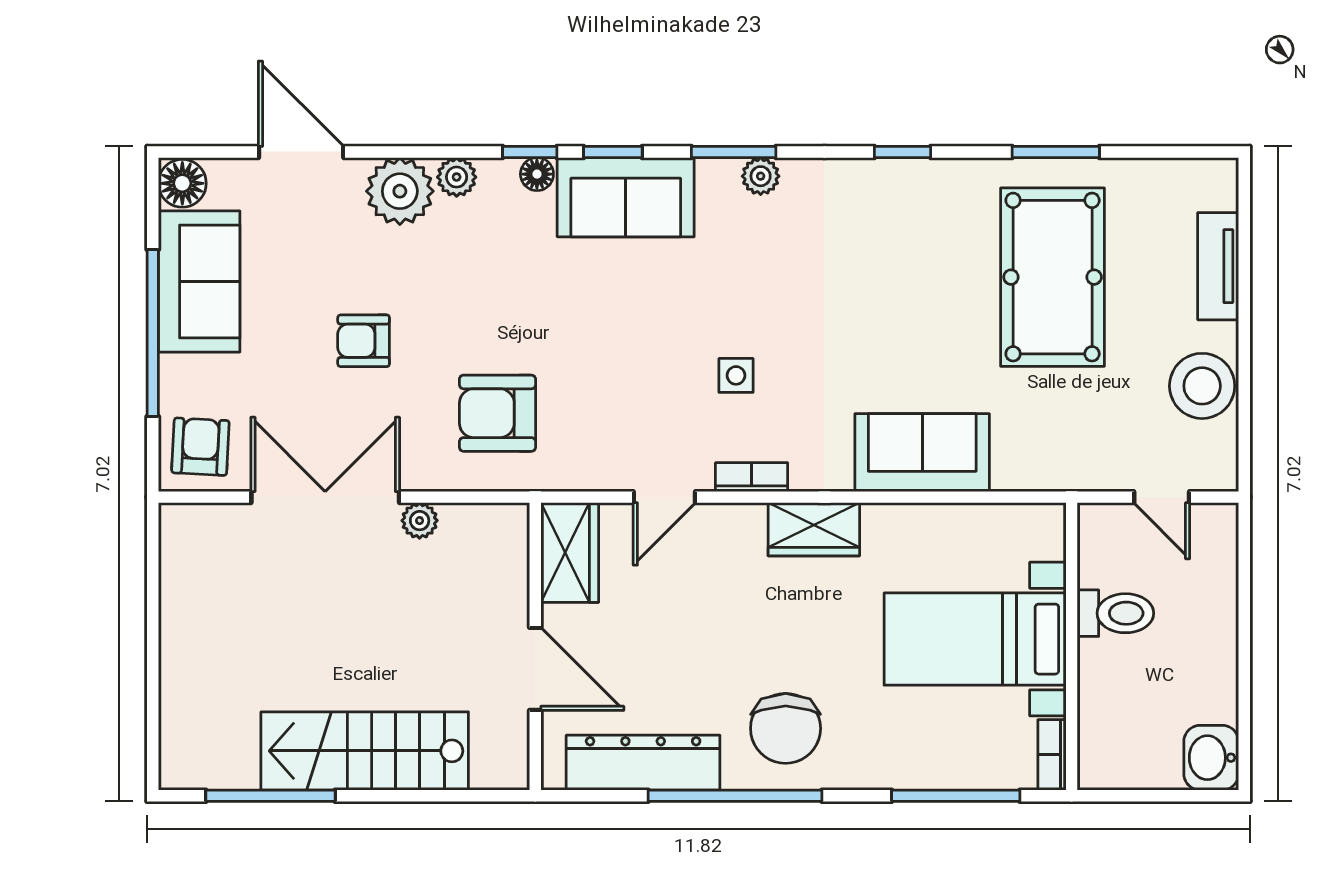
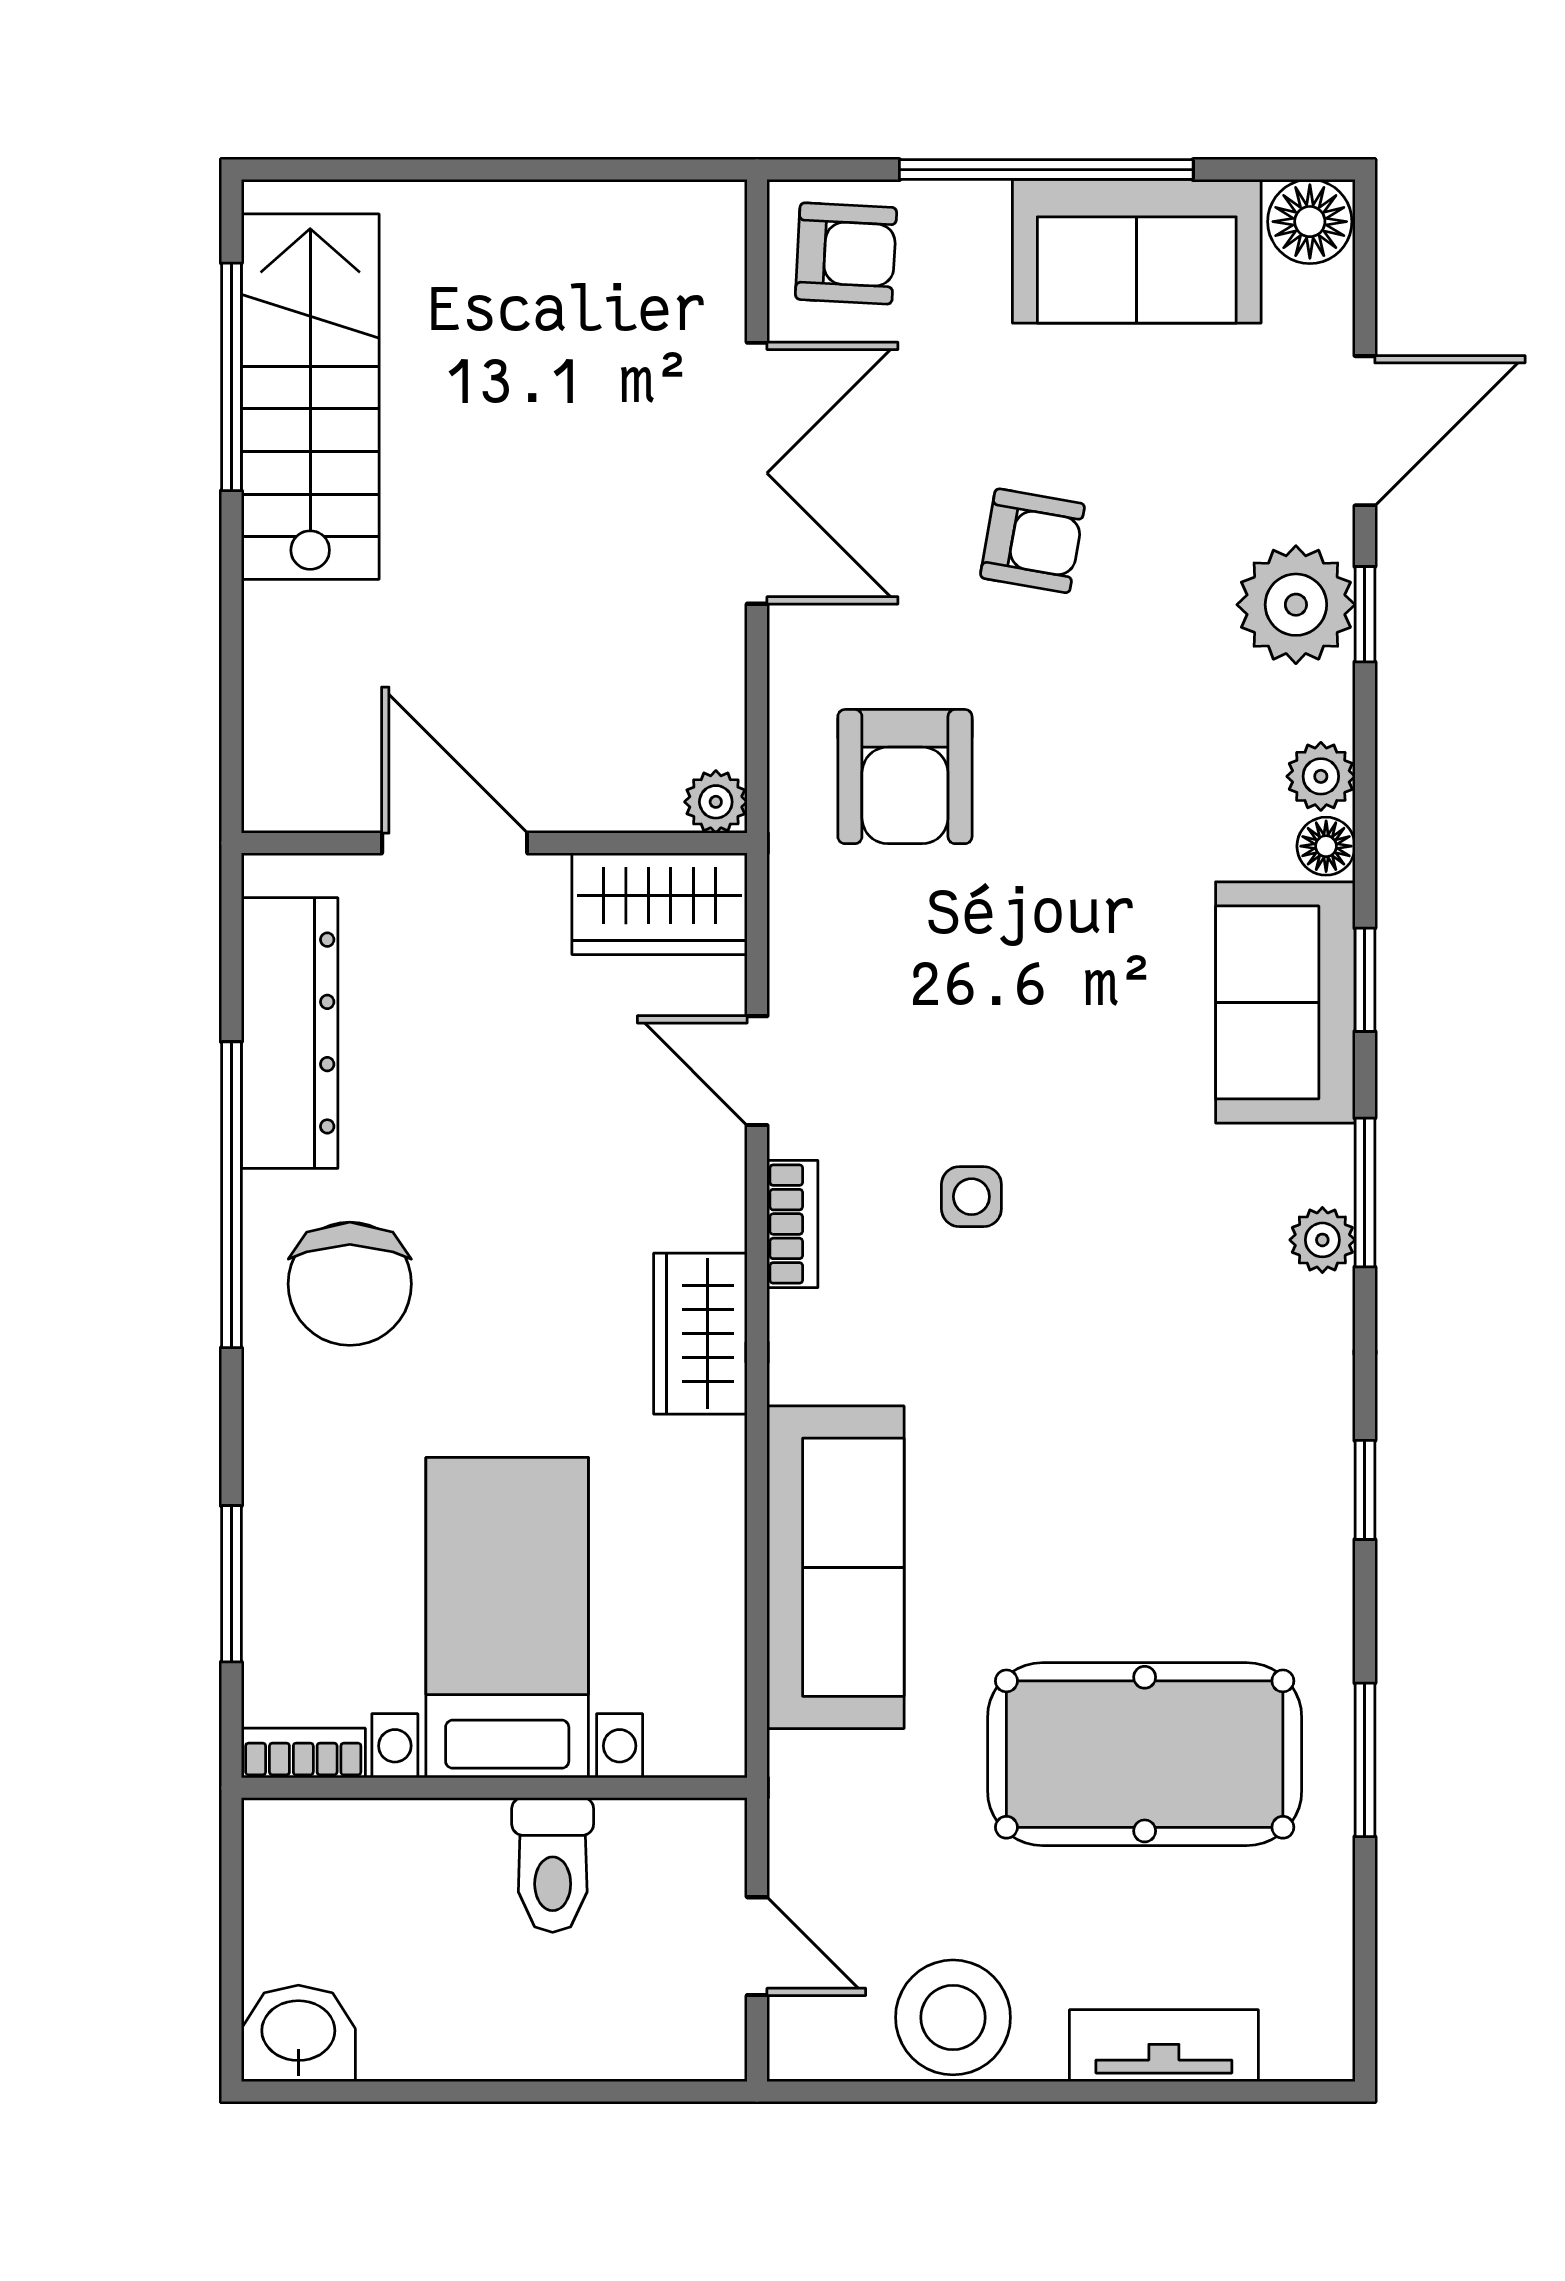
window: (530, 152) -> (1365, 614), moved
plant: (457, 177) -> (1321, 776), moved
armchair: (364, 341) -> (1032, 541), turned 100
armchair: (497, 413) -> (905, 777), turned 180
sofa: (922, 453) -> (835, 1567), width x1.36
door: (1162, 497) -> (757, 1946), swing flipped
plant: (420, 521) -> (716, 802), moved
door: (535, 669) -> (455, 843), swing flipped
chair: (786, 728) -> (350, 1284), turned -90
stairs: (365, 751) -> (310, 397), moved
window: (956, 796) -> (231, 1584), width x0.69

